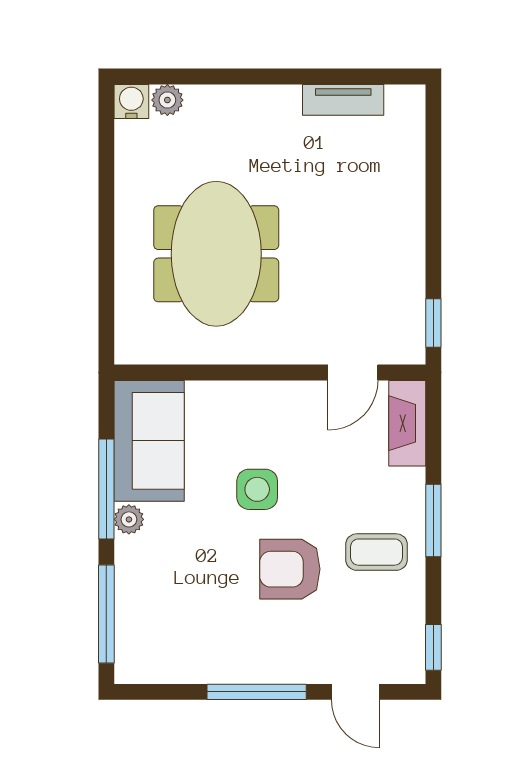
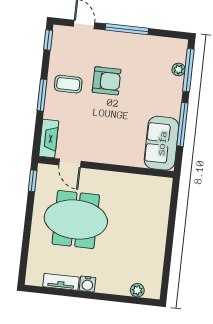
water cooler: (131, 102) -> (87, 284), moved
meeting table: (216, 254) -> (76, 220), moved, turned 90
door: (353, 372) -> (70, 163), swing flipped
side table: (257, 489) -> (117, 117), removed
plant: (129, 519) -> (179, 69), moved

